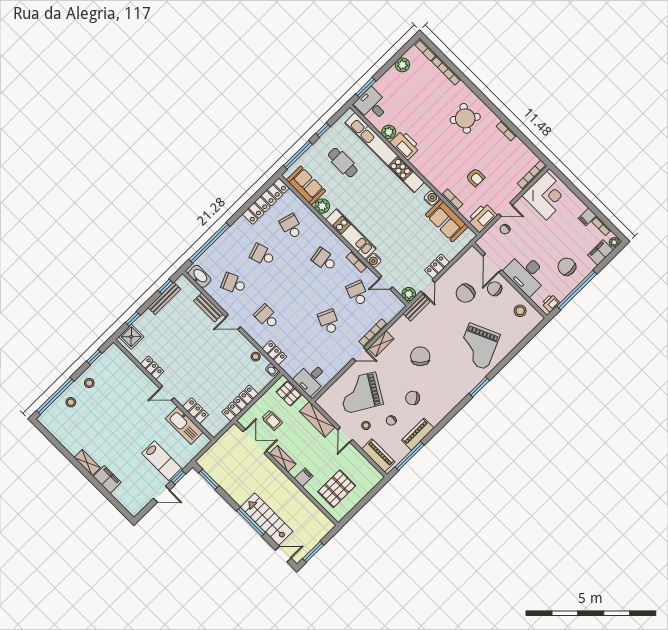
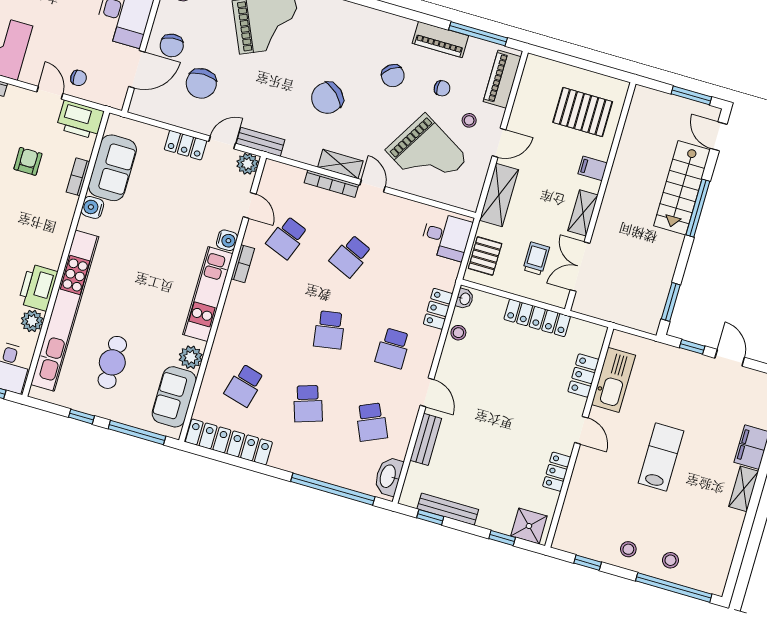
school desk: (324, 260) -> (329, 330), moved
chair: (465, 293) -> (201, 83), turned 90
lab bench: (162, 461) -> (661, 457), moved

